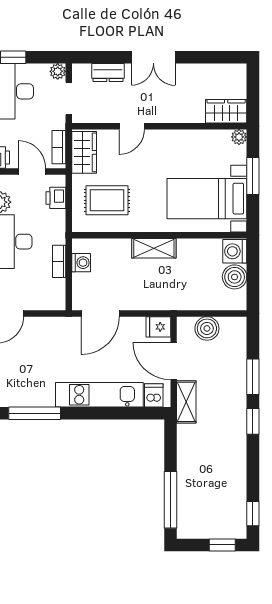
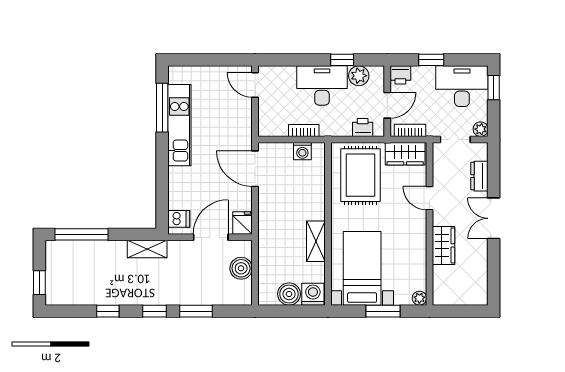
wardrobe: (226, 111) -> (443, 245), moved
rug: (107, 200) -> (360, 175), width x1.36, depth x1.43
shelving: (154, 248) -> (316, 241), moved
kitchen unit: (99, 395) -> (179, 125), moved
shelving: (186, 402) -> (147, 249), moved
window: (253, 514) -> (108, 311), moved

